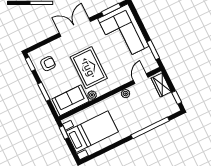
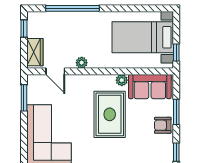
armchair: (48, 64) -> (163, 125), moved
door: (141, 79) -> (55, 71), hinge flipped

